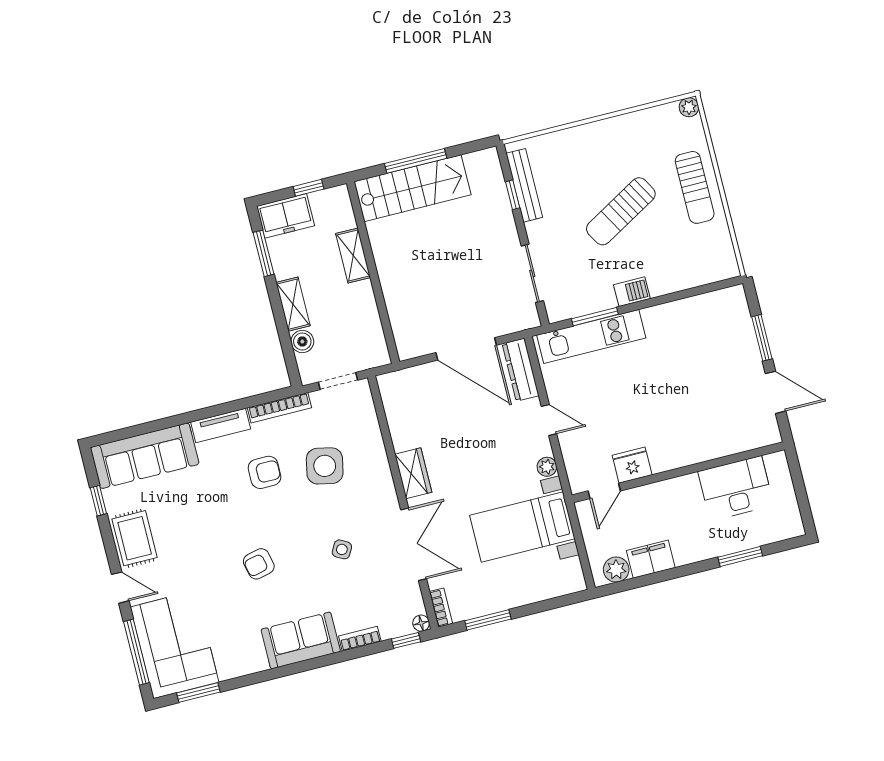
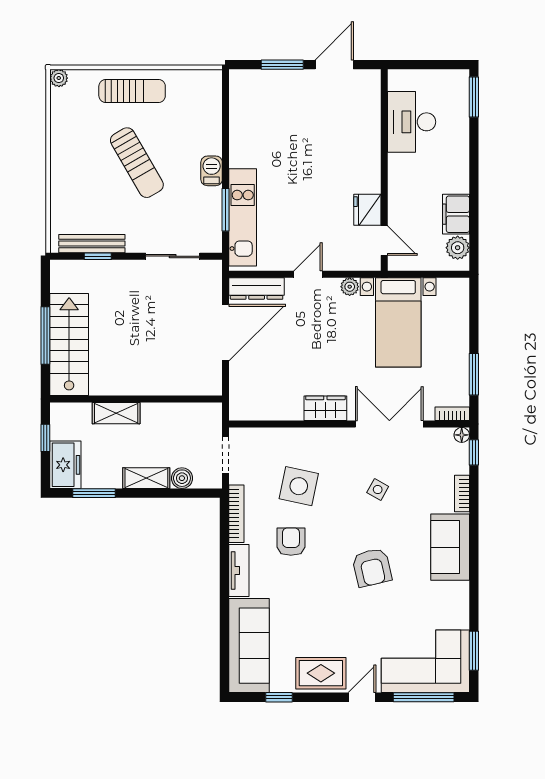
window: (740, 556) -> (474, 97), moved
armchair: (259, 564) -> (372, 567), width x1.38, depth x1.38

